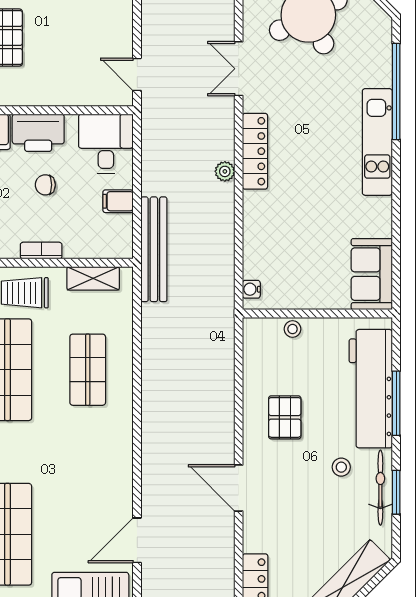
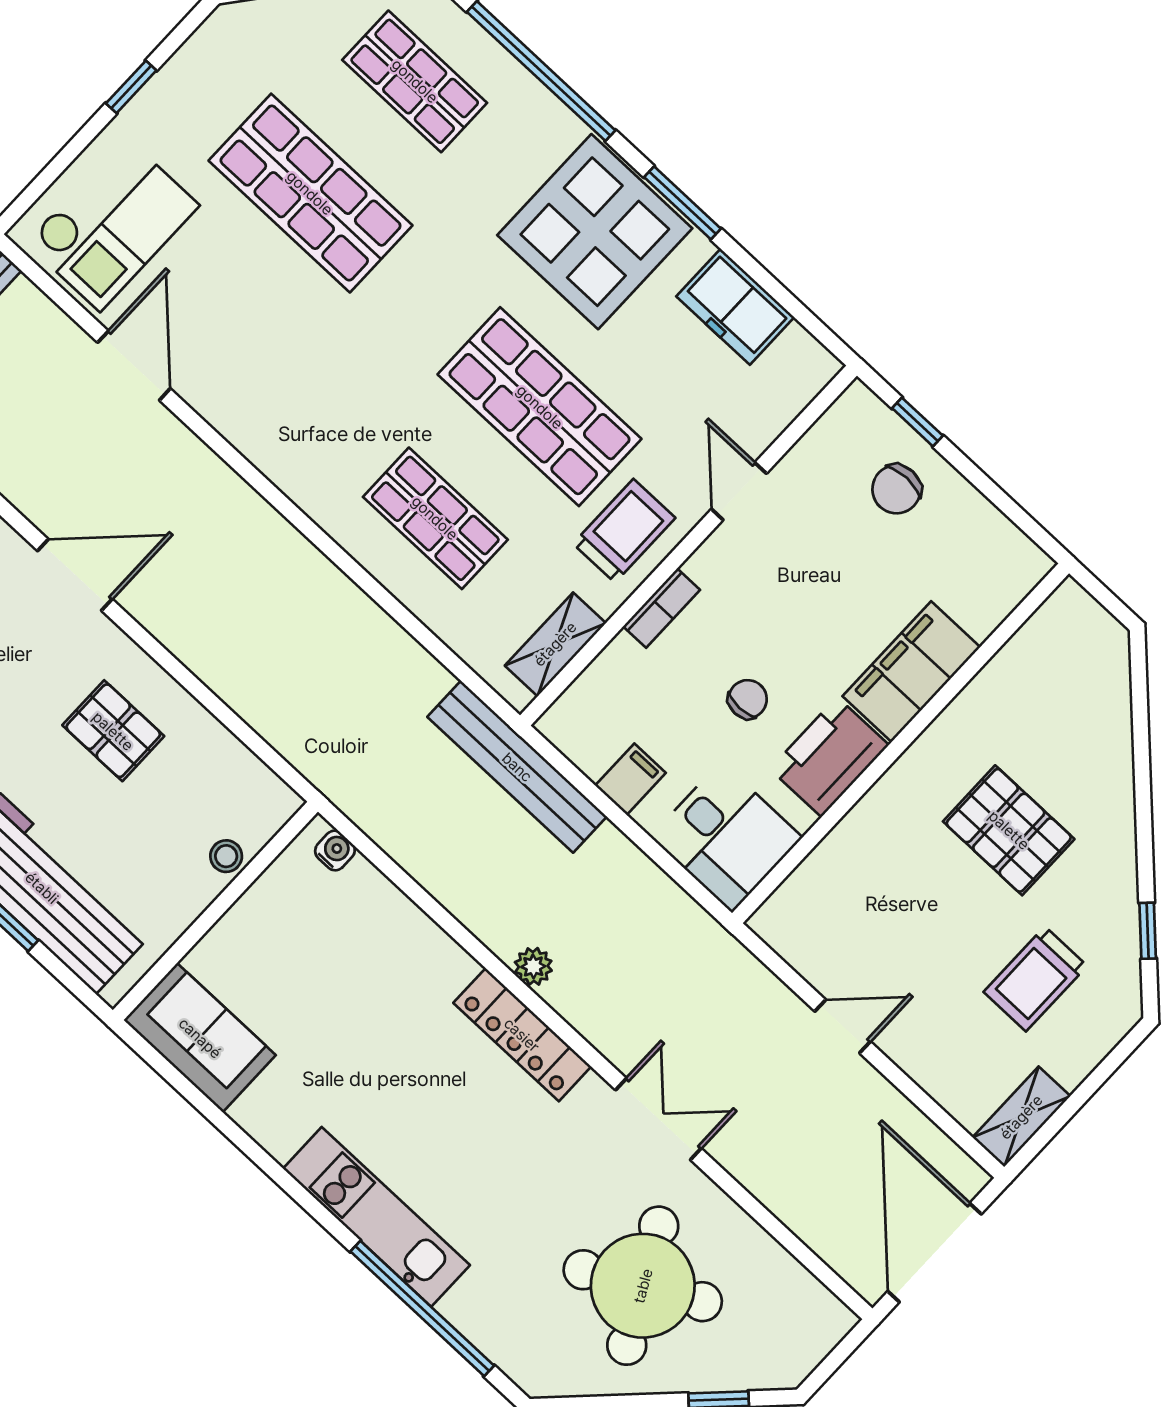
door: (137, 74) -> (843, 1026), moved

